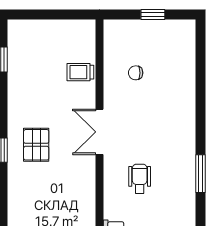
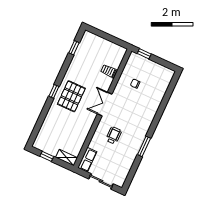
window: (153, 14) -> (144, 54), moved
pallet: (36, 145) -> (71, 96), width x1.50, depth x1.42

